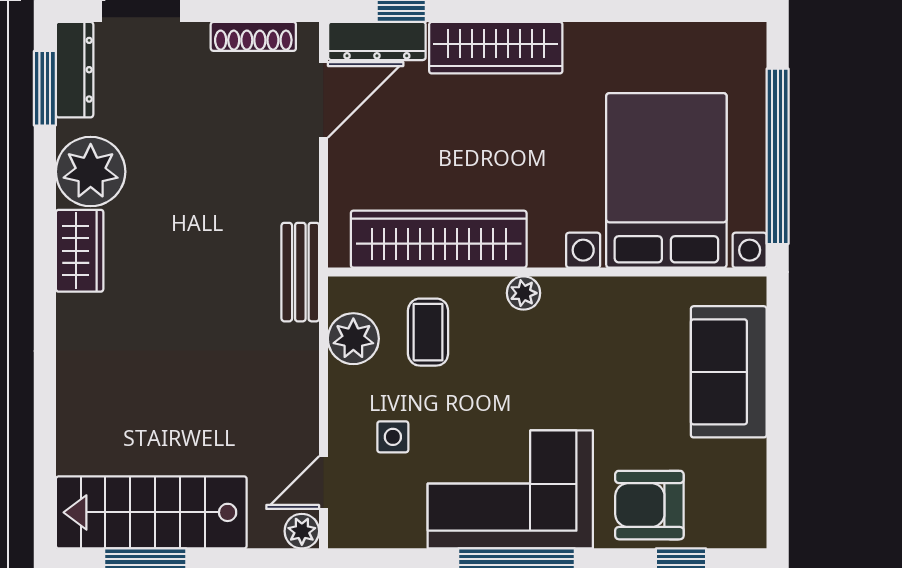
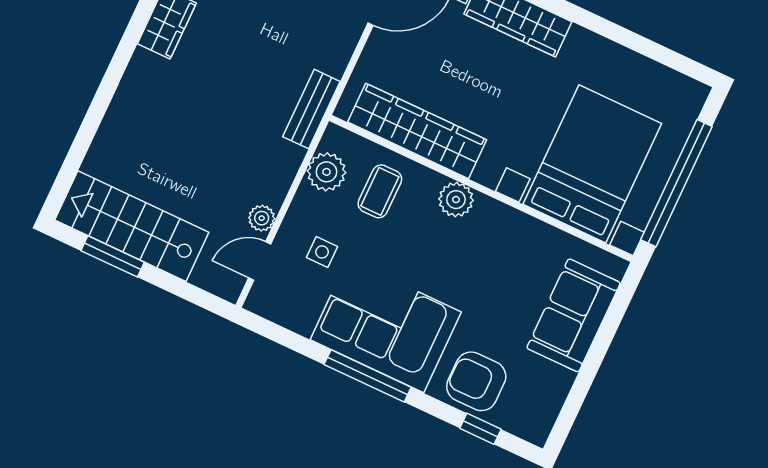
plant: (523, 293) -> (456, 200), width x1.38, depth x1.38
plant: (302, 531) -> (262, 218), moved

